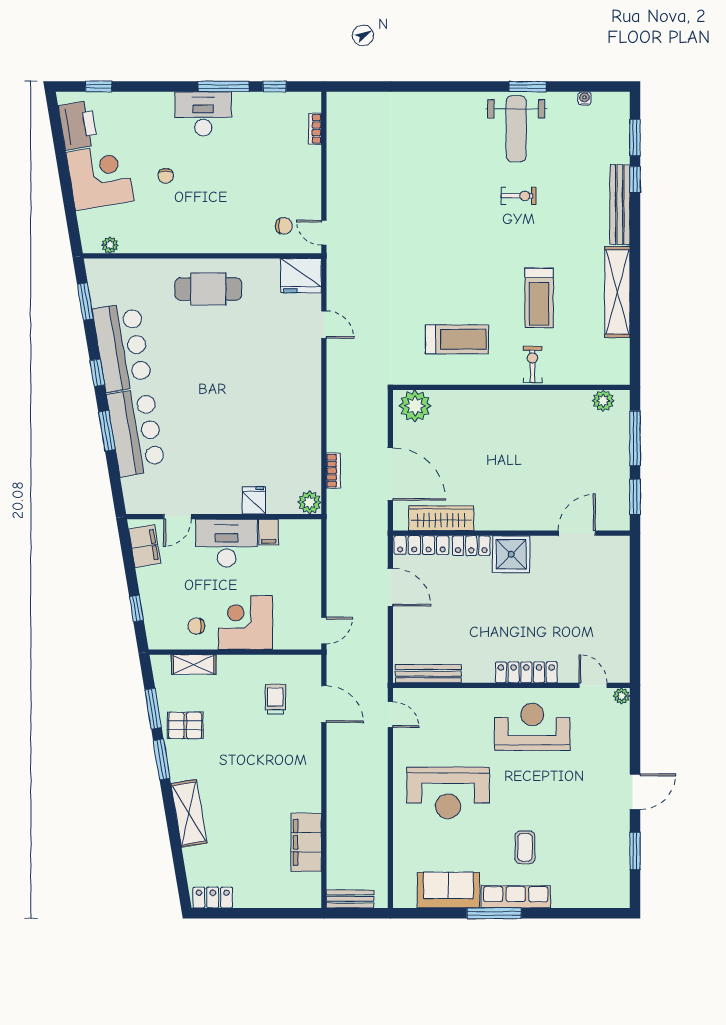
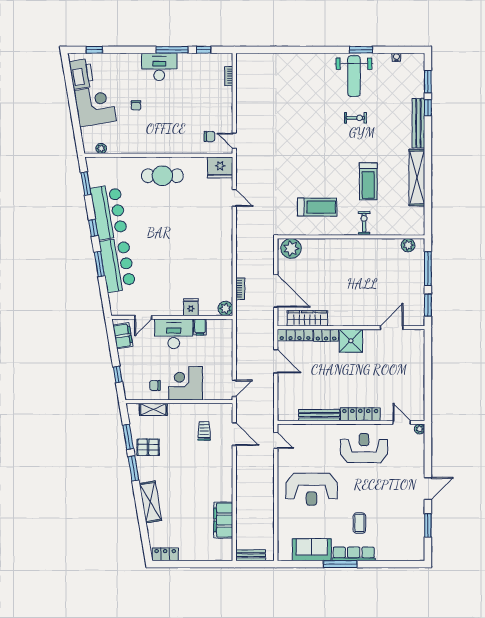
bench: (428, 674) -> (319, 415), moved

